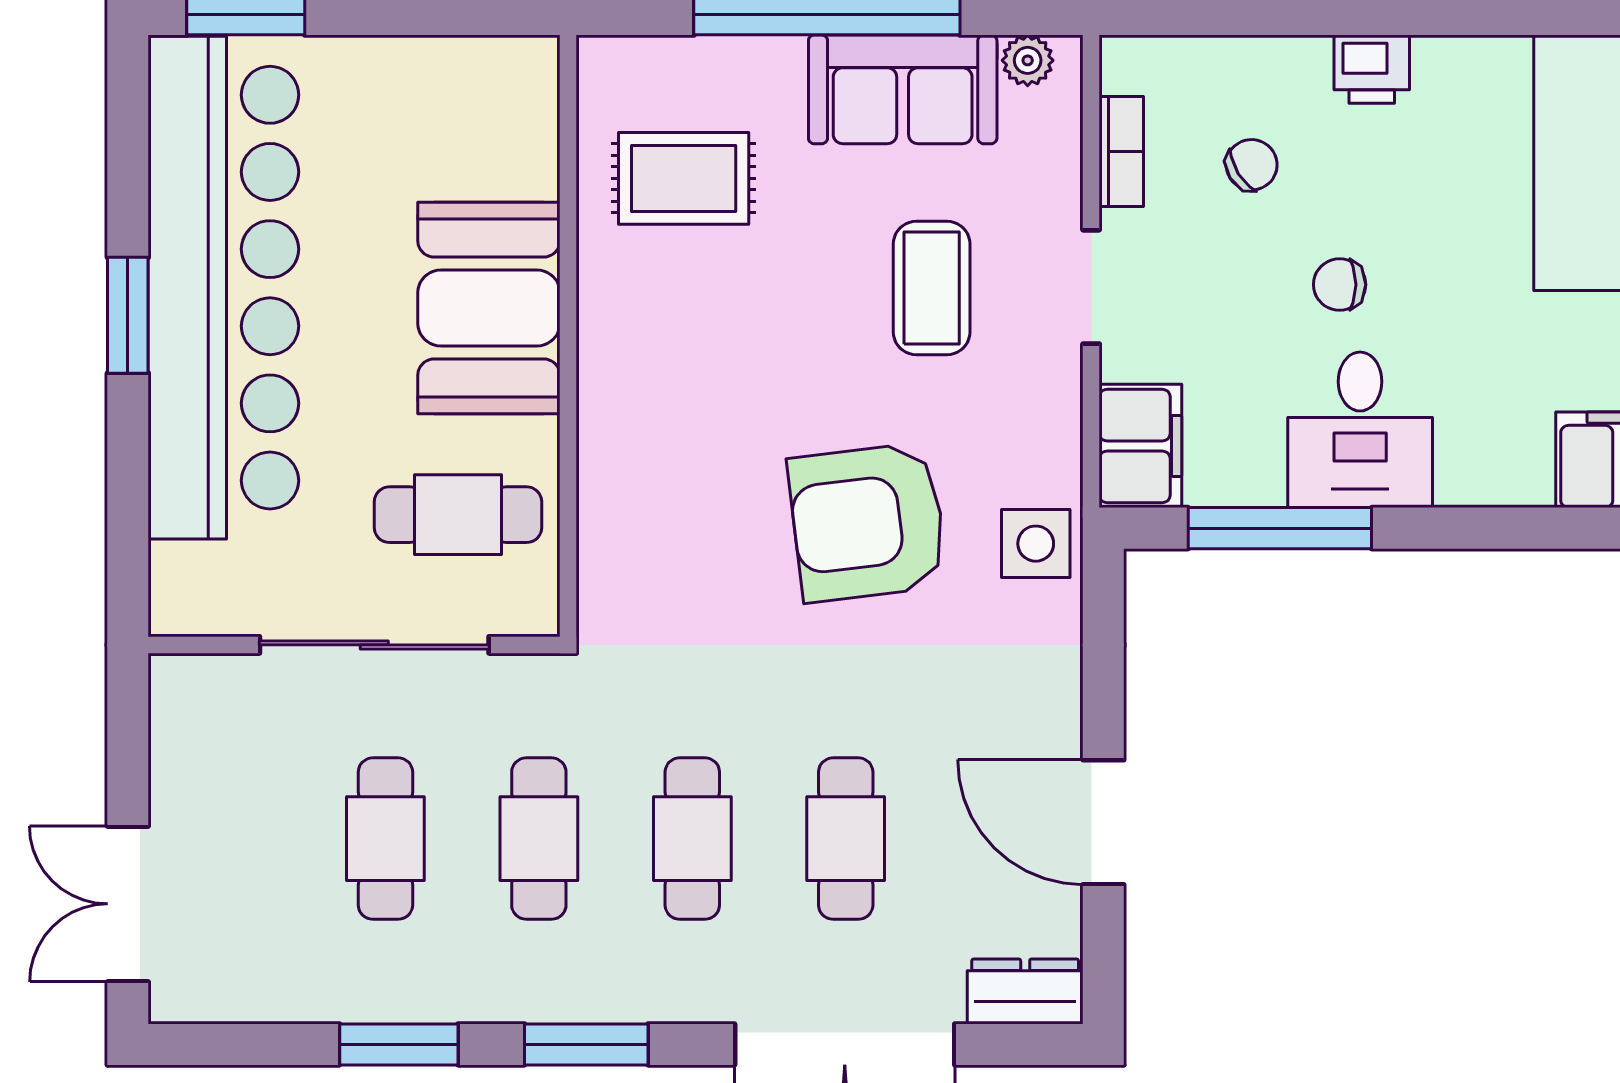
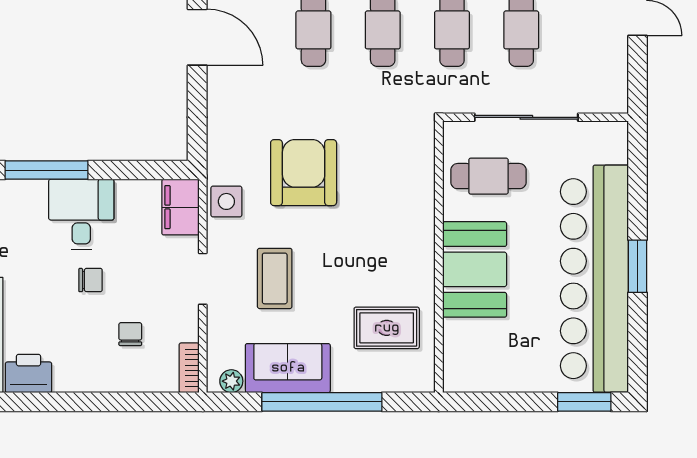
printer: (1372, 69) -> (28, 373), moved, width x1.36, depth x1.24
bookcase: (1121, 152) -> (189, 368), moved
chair: (1252, 165) -> (130, 334), turned 122
armchair: (868, 522) -> (304, 173), turned -83
window: (1280, 528) -> (47, 170), moved
side table: (1036, 544) -> (226, 201), moved

